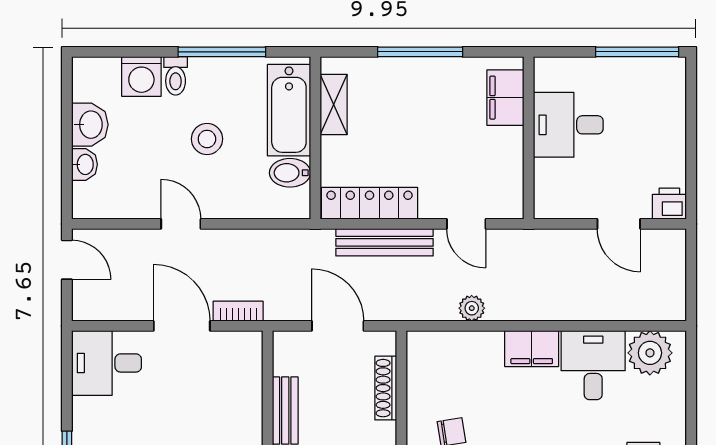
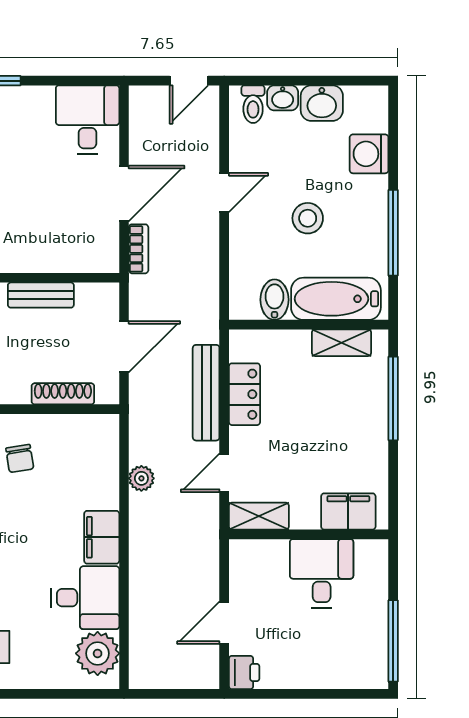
window: (420, 52) -> (393, 398), moved
toilet: (176, 76) -> (253, 104), moved, turned -90
shelving: (510, 189) -> (259, 516), added
locker: (370, 203) -> (245, 394), width x0.66

